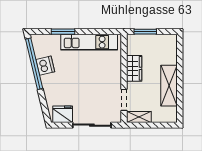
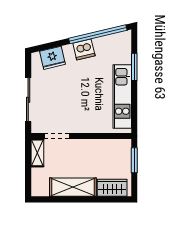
dishwasher: (45, 66) -> (84, 50), moved
wardrobe: (134, 68) -> (112, 188), moved, turned 180
fridge: (63, 114) -> (52, 58), moved, turned 77

